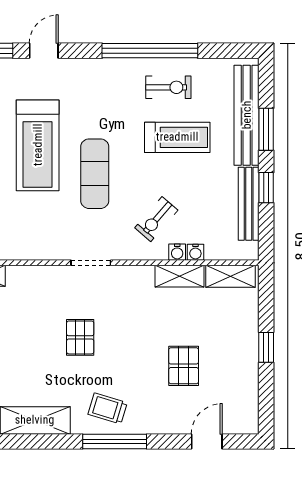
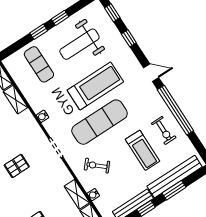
door: (44, 51) -> (151, 73), moved
treadmill: (38, 145) -> (95, 86), turned 180
exercise mat: (95, 174) -> (100, 122), width x1.36, depth x1.45
water cooler: (177, 252) -> (42, 116), moved

